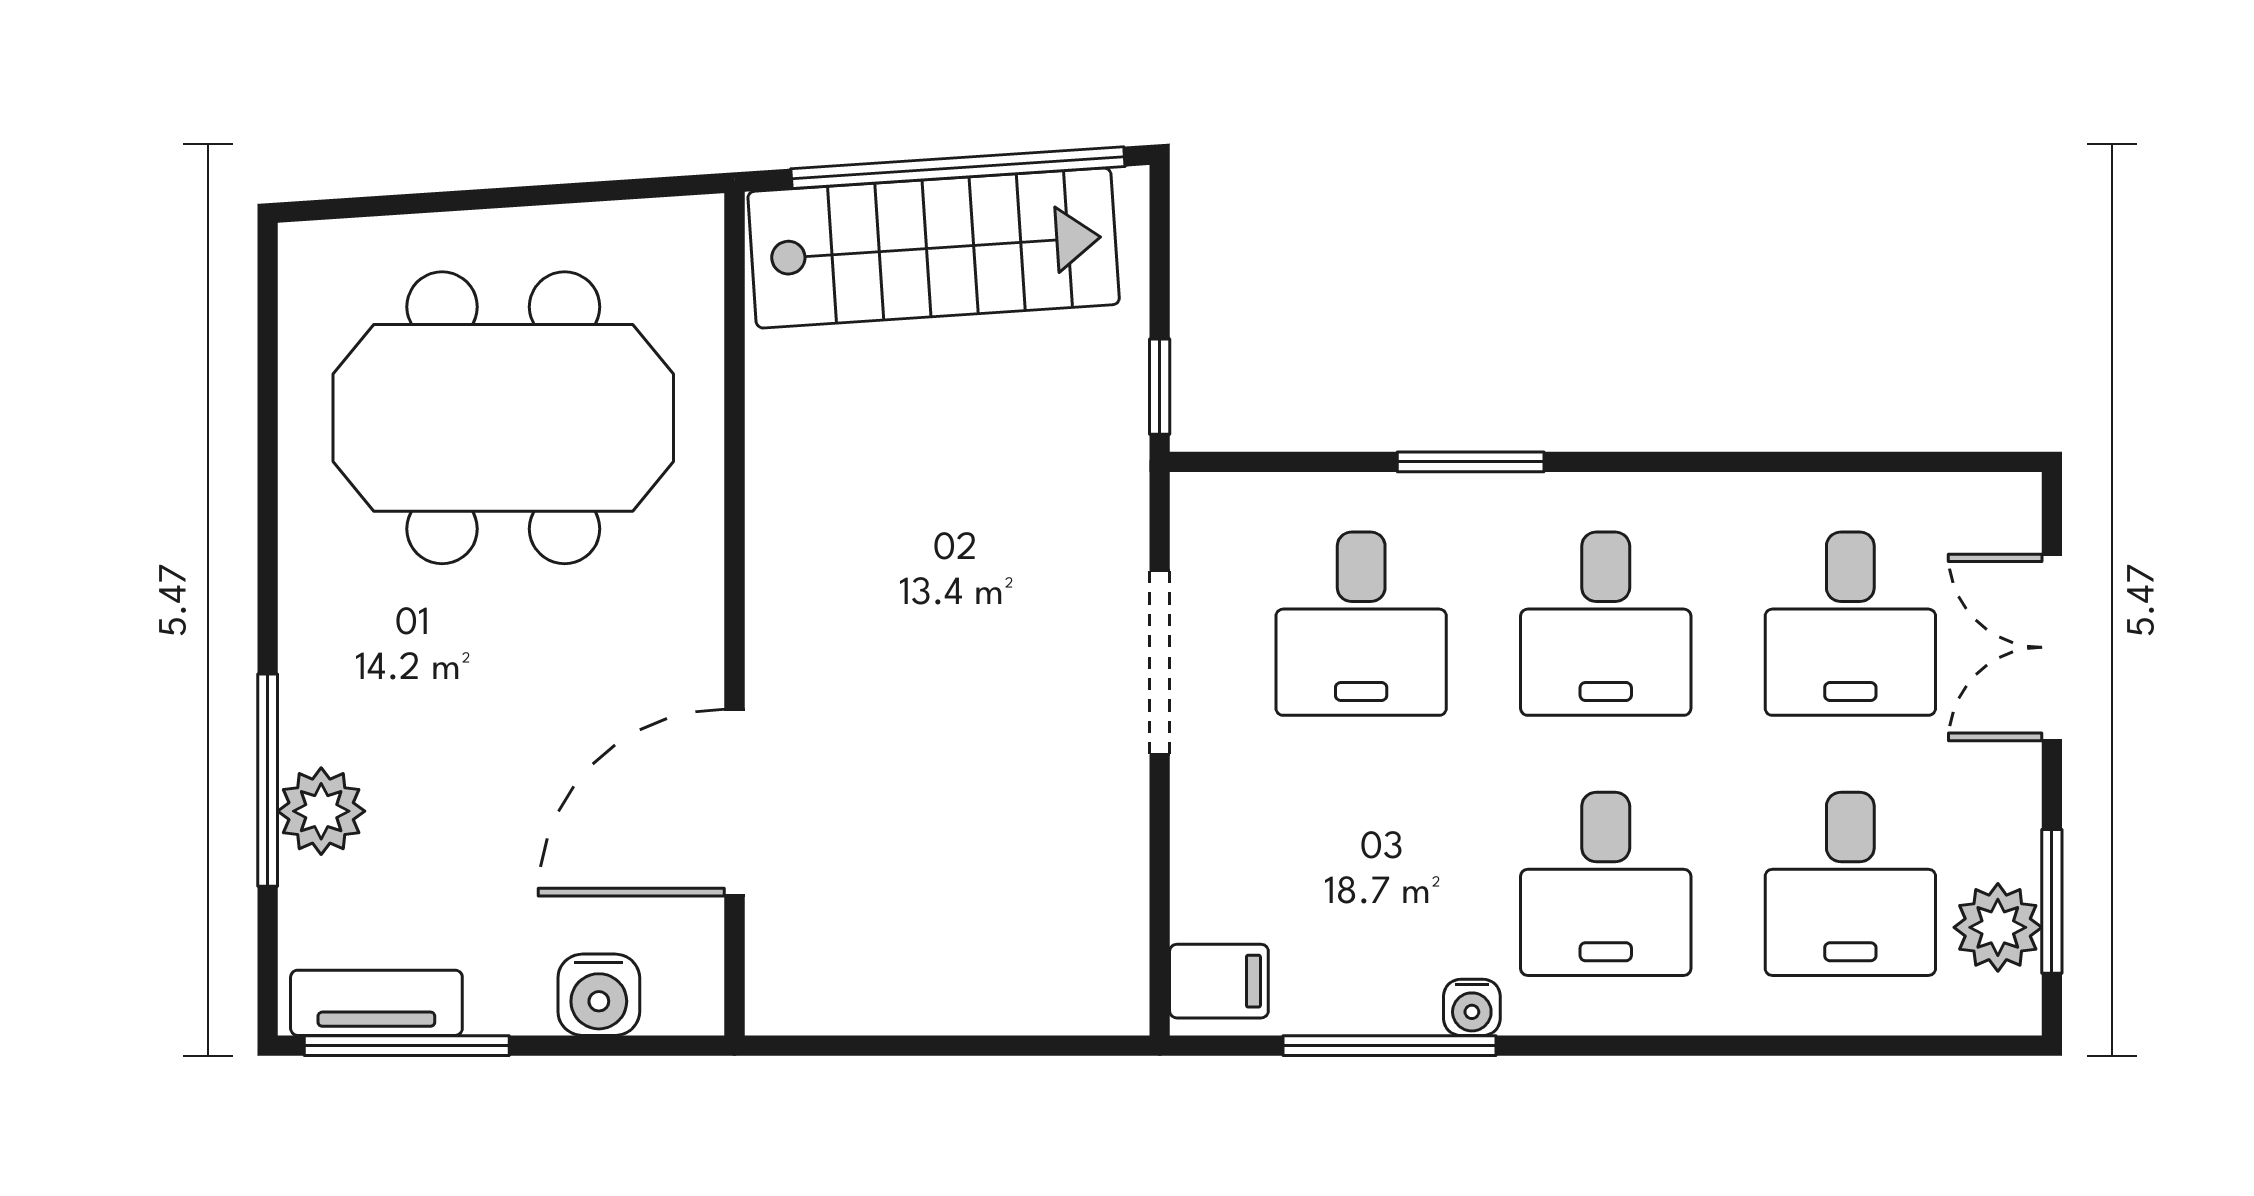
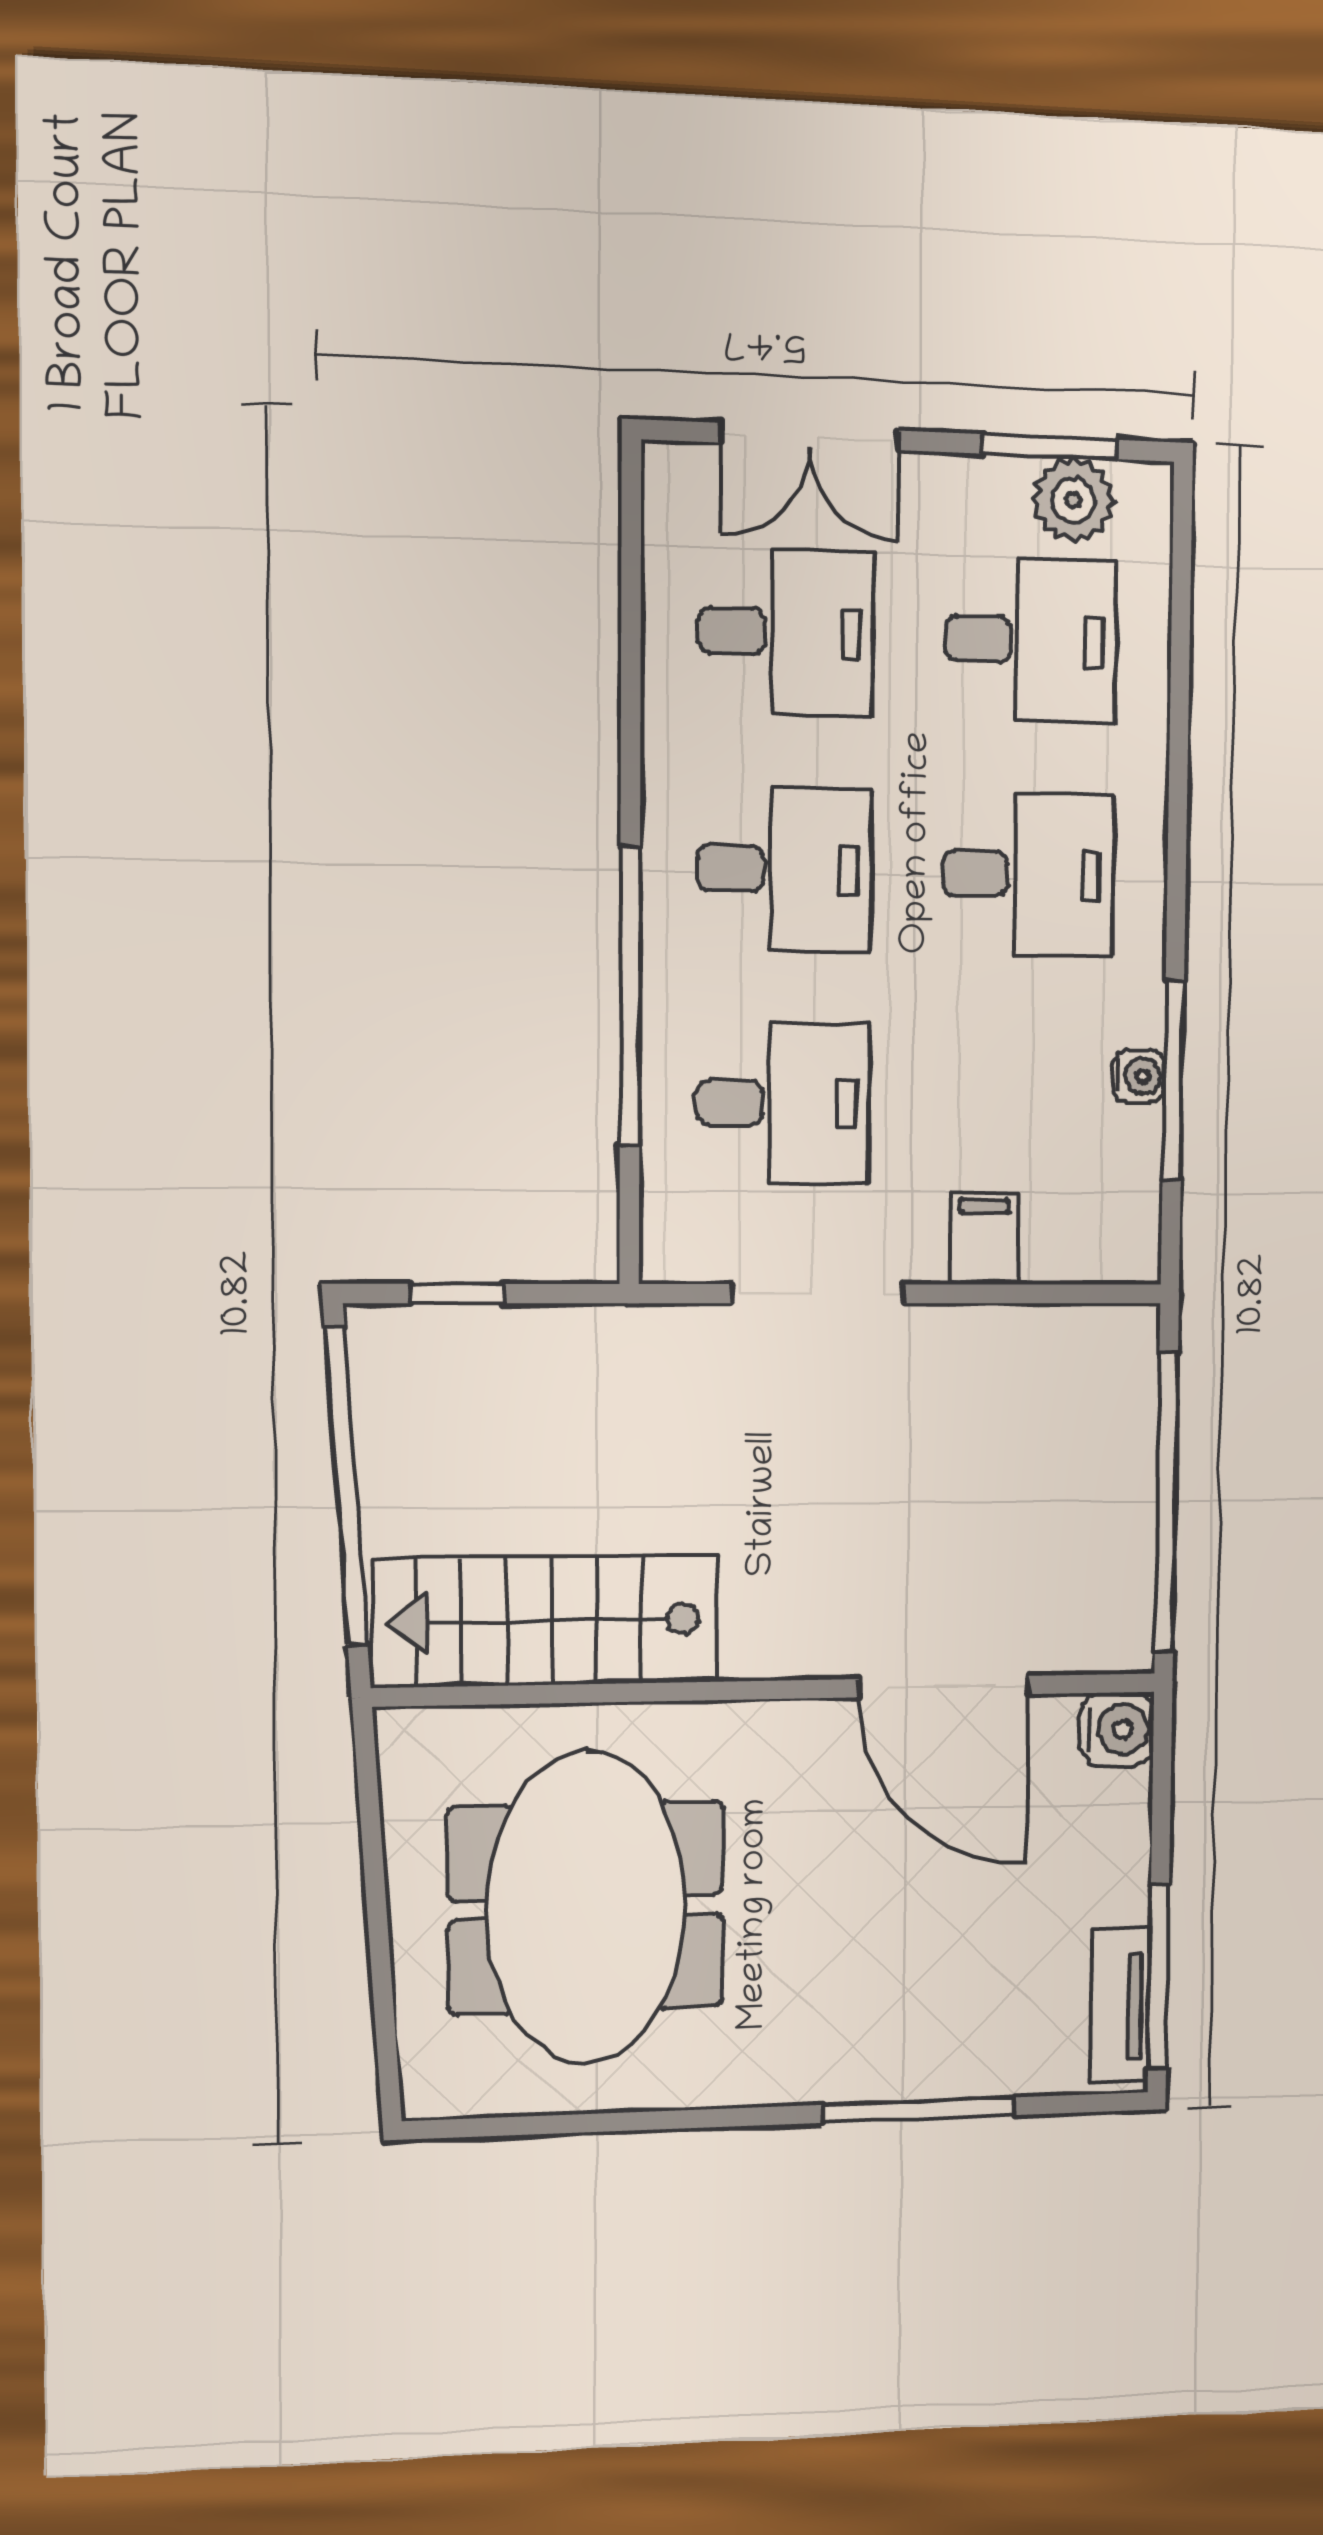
stairs: (934, 248) -> (545, 1621), moved, turned -86
window: (1160, 387) -> (457, 1293), moved
window: (1471, 462) -> (630, 996), width x2.11
plant: (321, 811) -> (948, 2061), removed
filing cabinet: (1219, 981) -> (984, 1238), moved
water cooler: (599, 995) -> (1117, 1729), moved
water cooler: (1472, 1007) -> (1139, 1076), moved
window: (932, 1046) -> (1166, 1503), added

